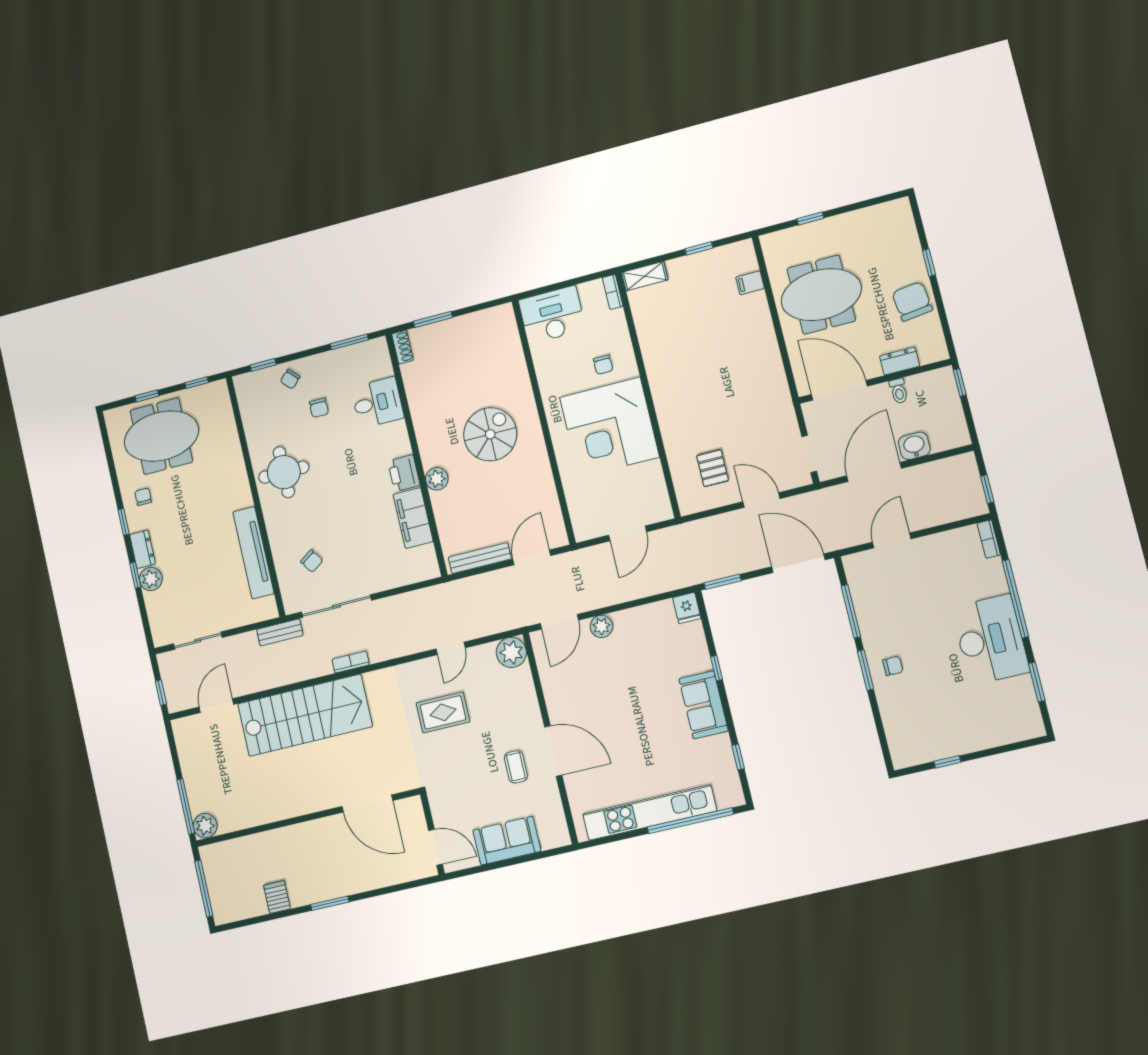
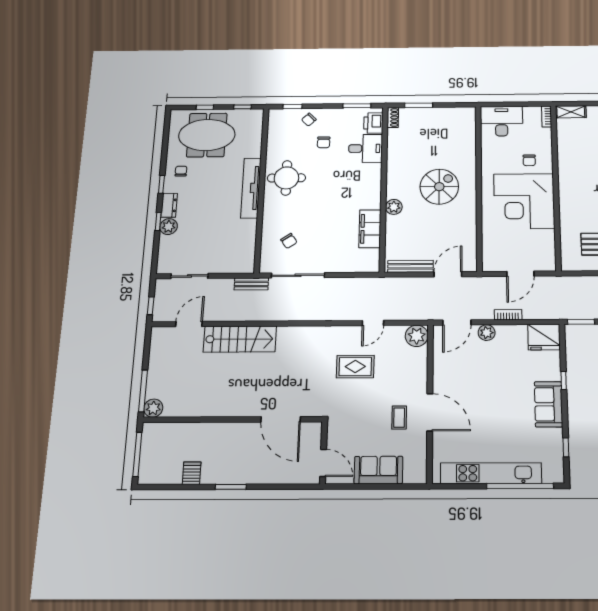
printer: (404, 473) -> (373, 123), moved
tv unit: (253, 553) -> (251, 188), moved
fridge: (687, 608) -> (544, 337), width x1.88, depth x1.34
bookcase: (351, 662) -> (508, 315), moved
stairs: (305, 715) -> (240, 339), width x0.73, depth x0.66

